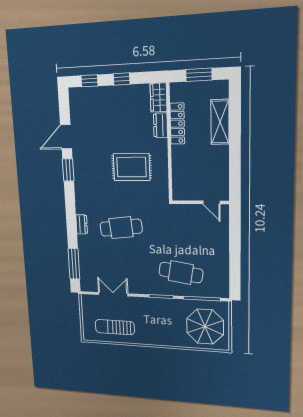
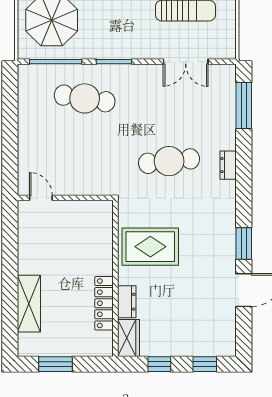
wardrobe: (159, 97) -> (128, 338), moved
locker: (177, 124) -> (104, 303), moved
dresser: (161, 125) -> (127, 302), moved
wall: (169, 143) -> (115, 278), moved

